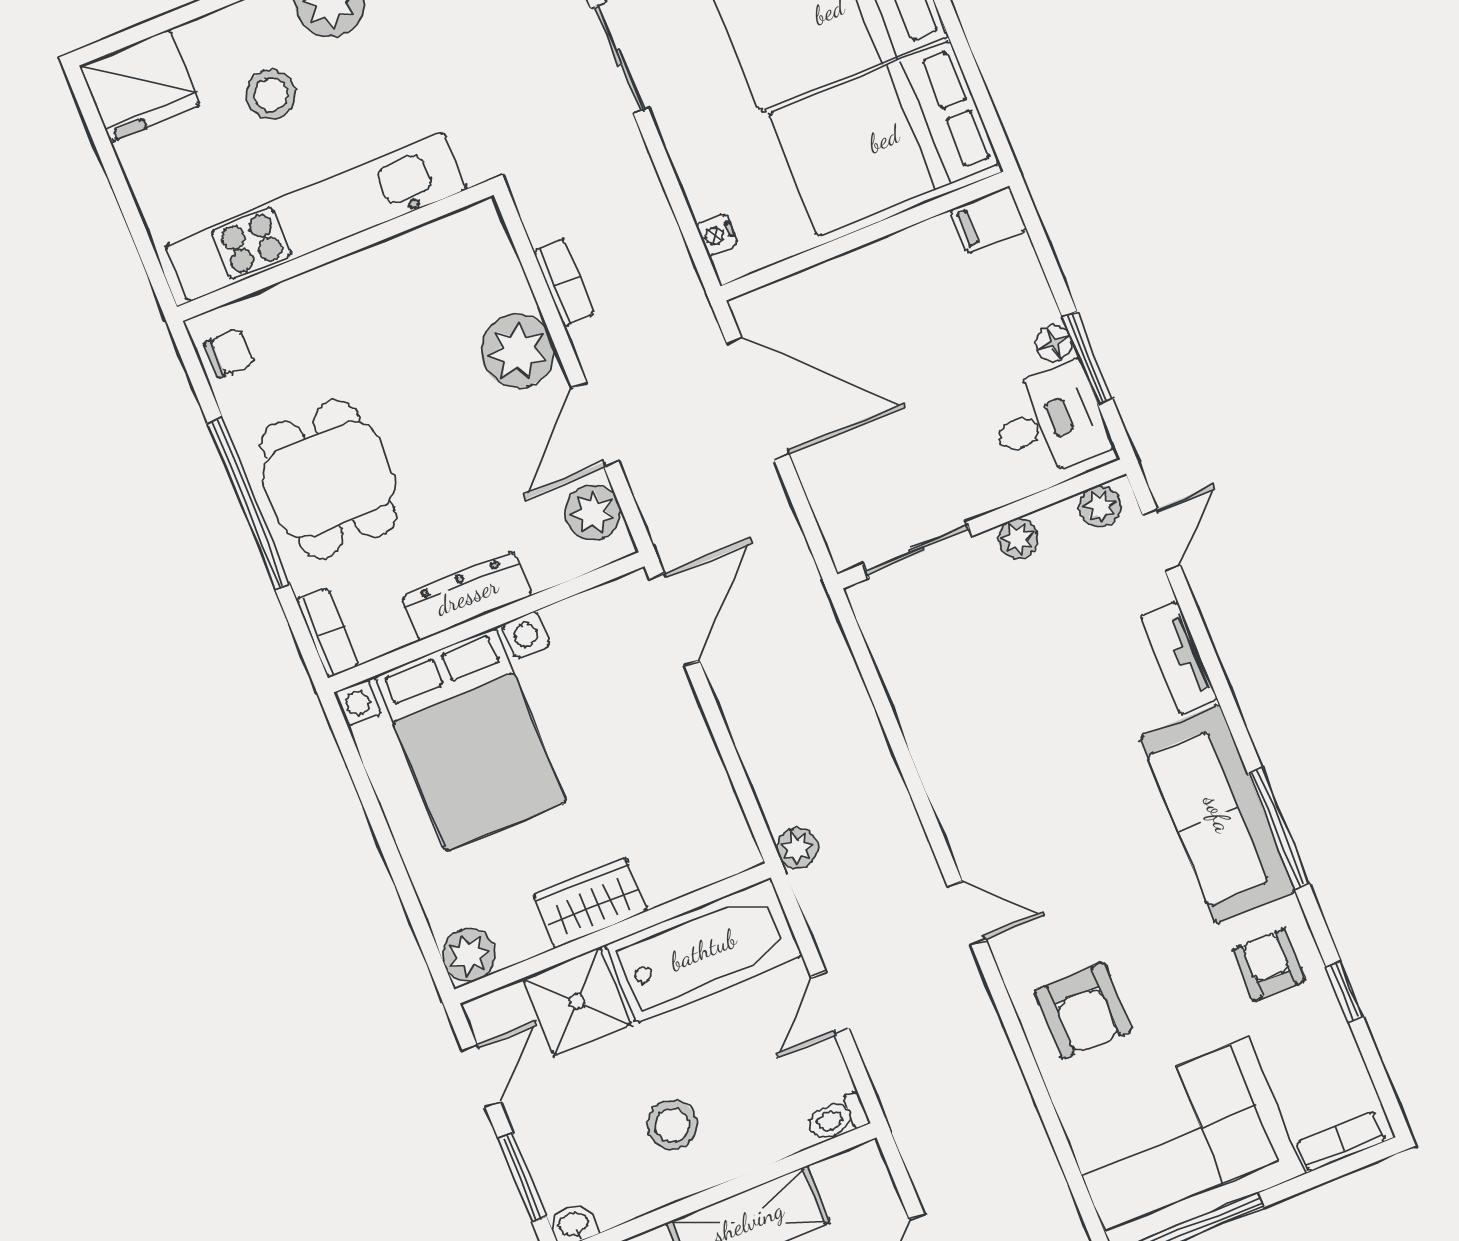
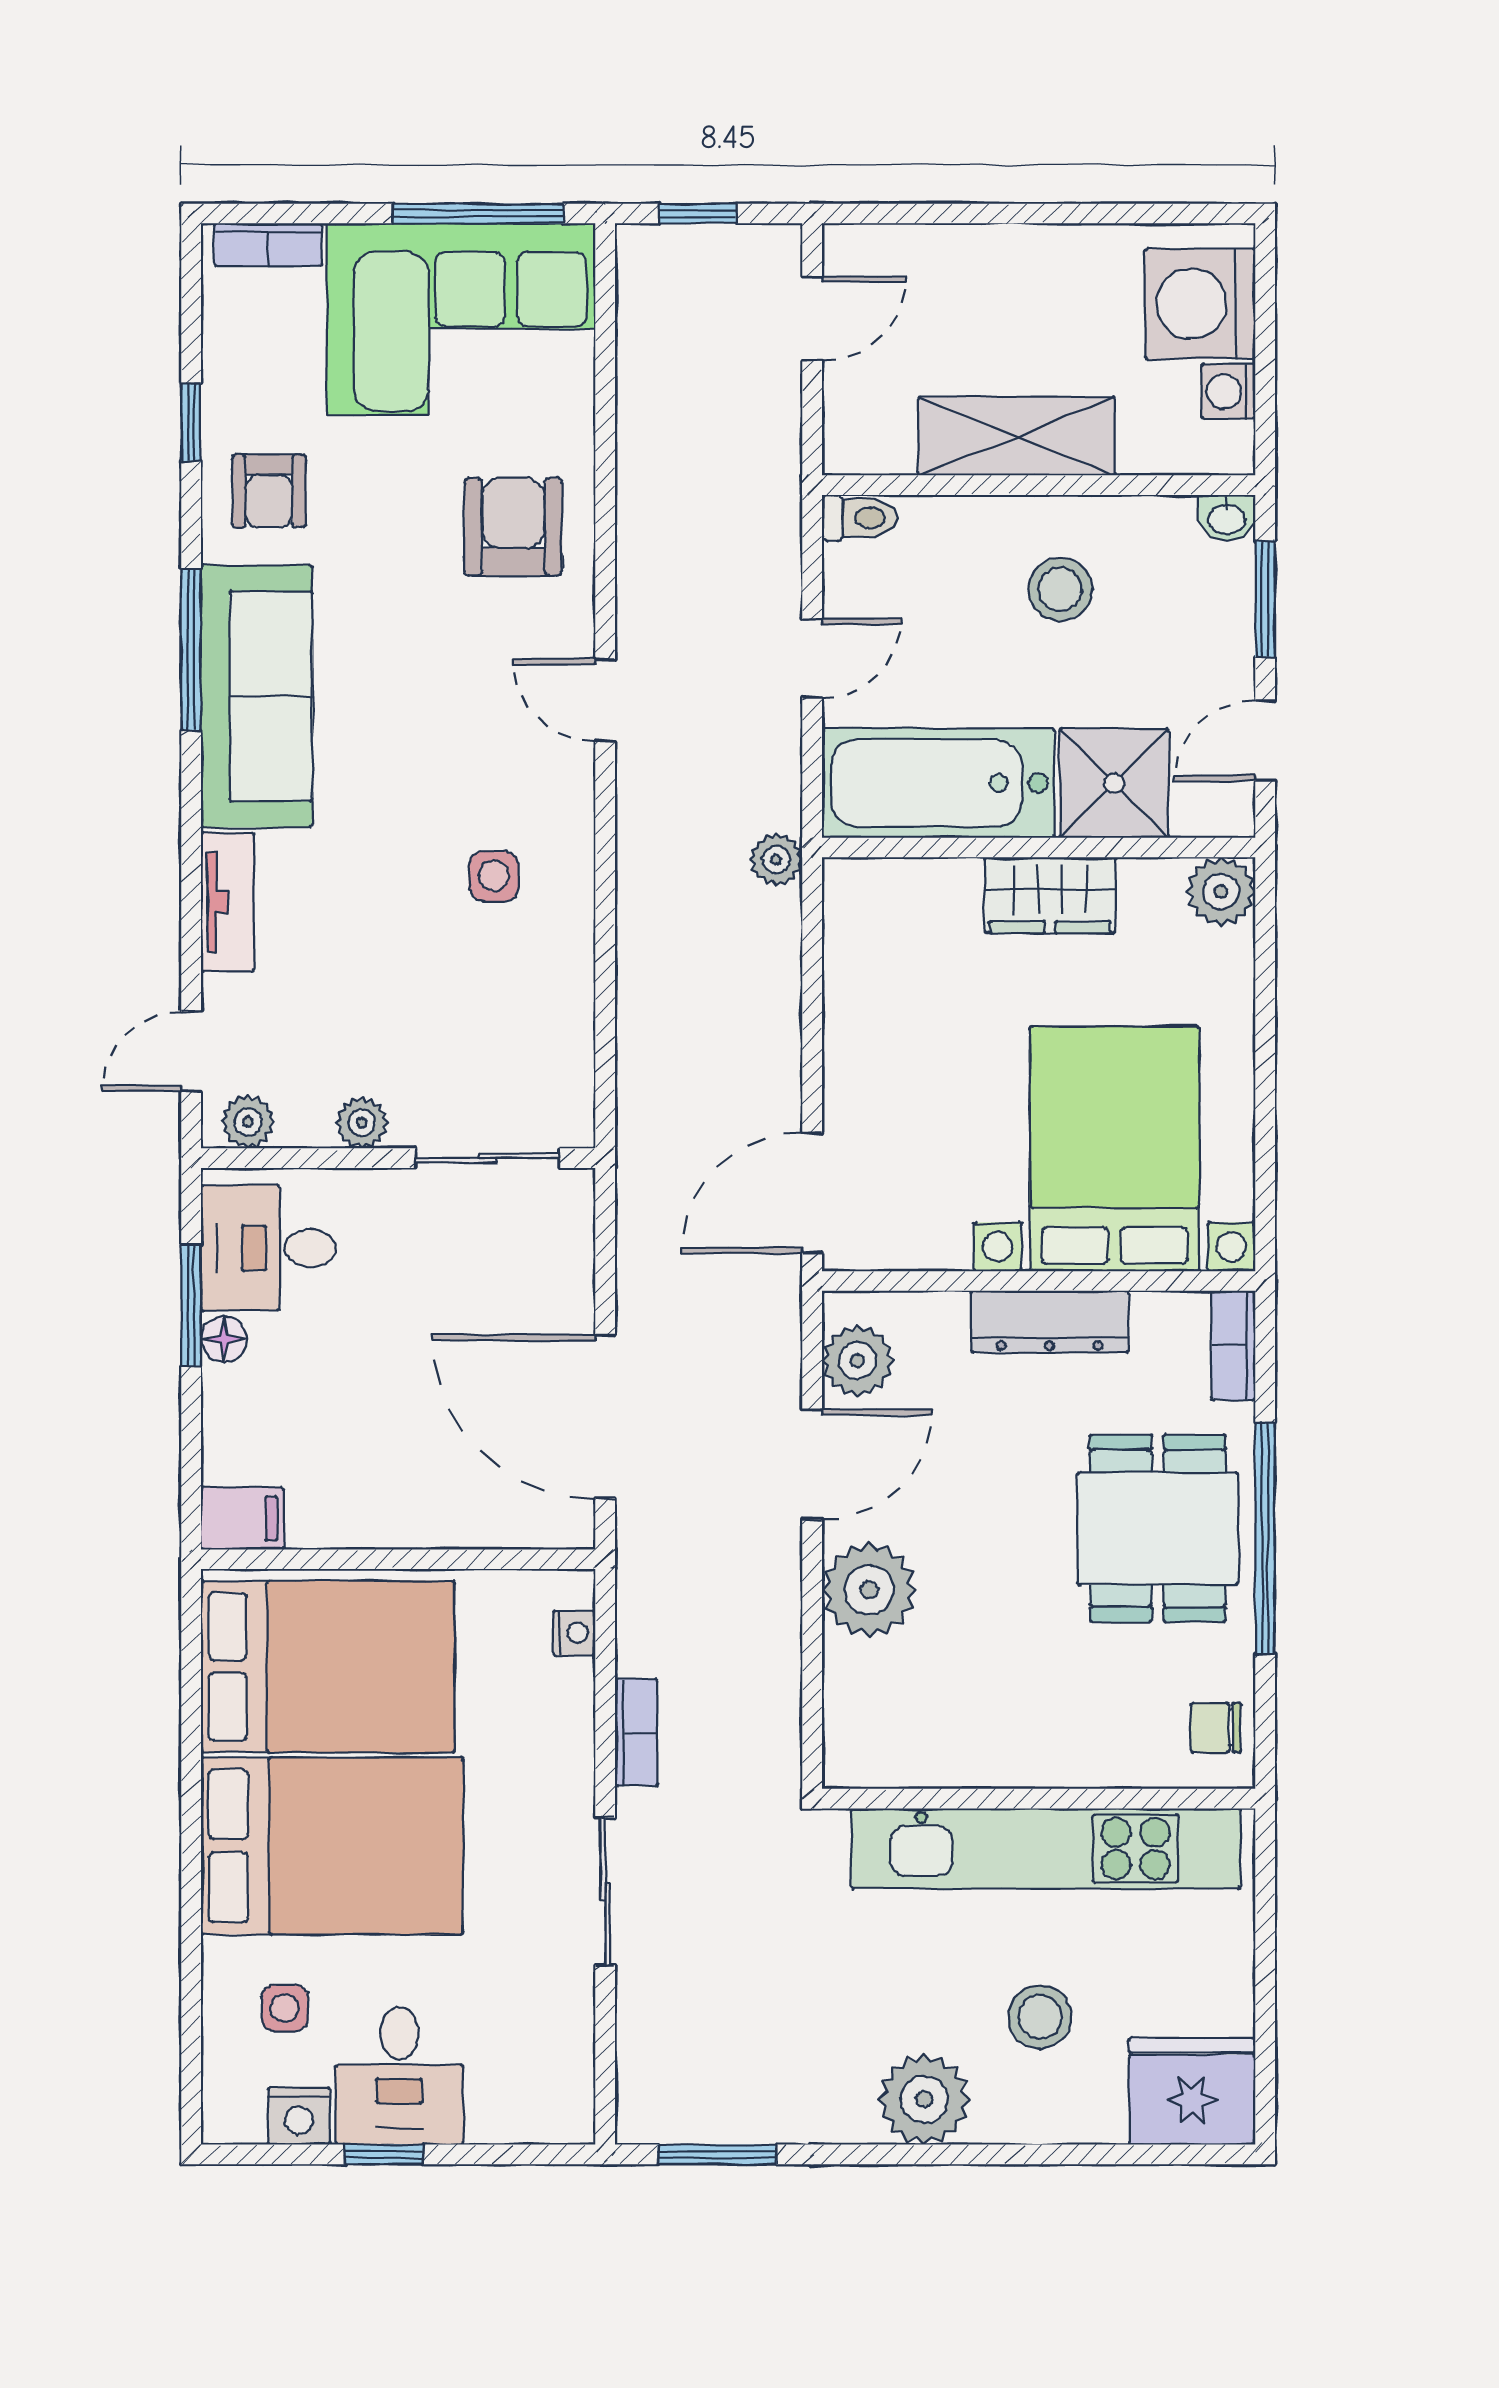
bookcase: (564, 283) -> (636, 1733), moved, turned 180
side table: (995, 754) -> (494, 876), added

